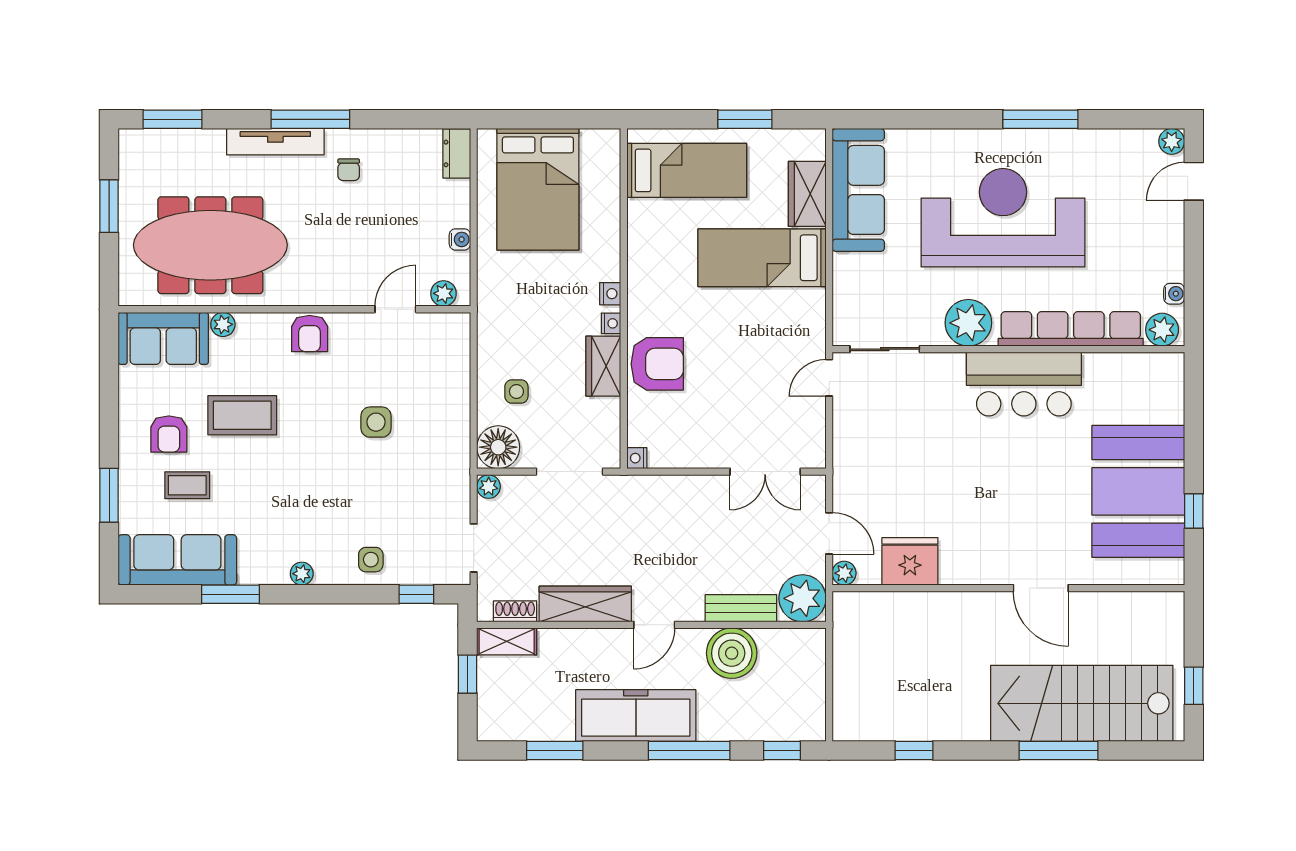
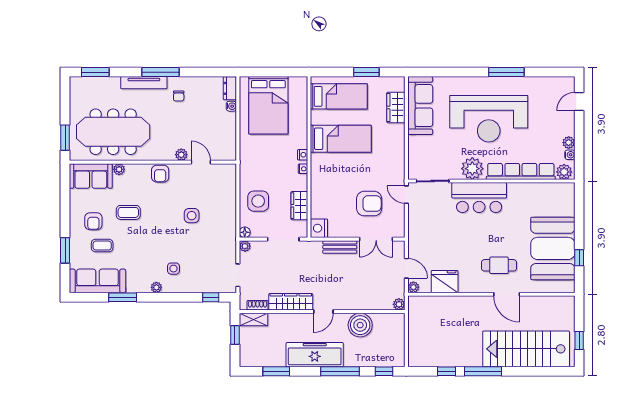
plant: (1172, 141) -> (569, 143), moved
window: (109, 206) -> (65, 138), moved
reception desk: (1003, 218) -> (489, 119), turned 180
water cooler: (460, 239) -> (231, 106), moved
bed: (762, 258) -> (341, 139), moved, turned 180
plant: (444, 293) -> (181, 155), moved
door: (395, 309) -> (201, 162), hinge flipped
armchair: (657, 364) -> (369, 204), moved
wardrobe: (603, 366) -> (299, 206), moved
door: (829, 378) -> (406, 195), hinge flipped
bar counter: (1024, 384) -> (479, 198), moved
side table: (516, 391) -> (258, 201), width x1.87, depth x1.87
coffee table: (242, 415) -> (128, 212), width x0.73, depth x0.77
floor lamp: (498, 447) -> (245, 232), width x0.53, depth x0.53
nightstand: (637, 458) -> (319, 228), width x1.89, depth x1.79
cafe table: (1025, 527) -> (499, 265), added
side table: (371, 560) -> (173, 269), moved
plant: (803, 598) -> (399, 304), width x0.53, depth x0.53
bench: (741, 608) -> (340, 247), moved
window: (1059, 751) -> (483, 371), moved

